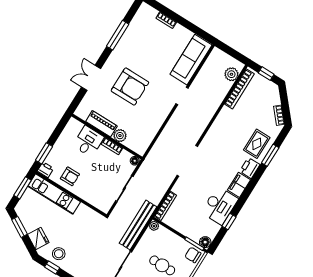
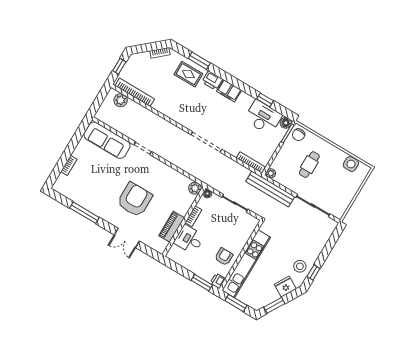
plant: (120, 136) -> (195, 188), moved
kitchen unit: (54, 194) -> (246, 264), width x1.36
desk: (220, 206) -> (263, 117), moved

